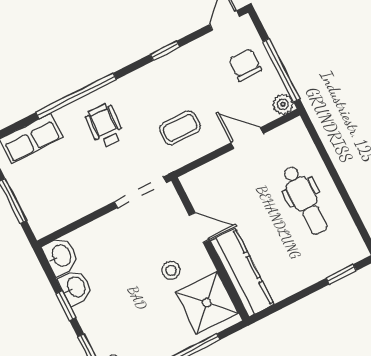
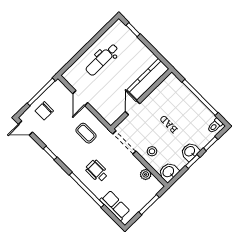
plant: (283, 104) -> (146, 174), moved
wheelchair: (105, 125) -> (97, 171), turned 87
dental chair: (305, 200) -> (102, 60), turned 180
stool: (171, 270) -> (152, 151), moved
washbasin: (76, 287) -> (190, 152), moved
shower: (207, 303) -> (169, 92), removed

